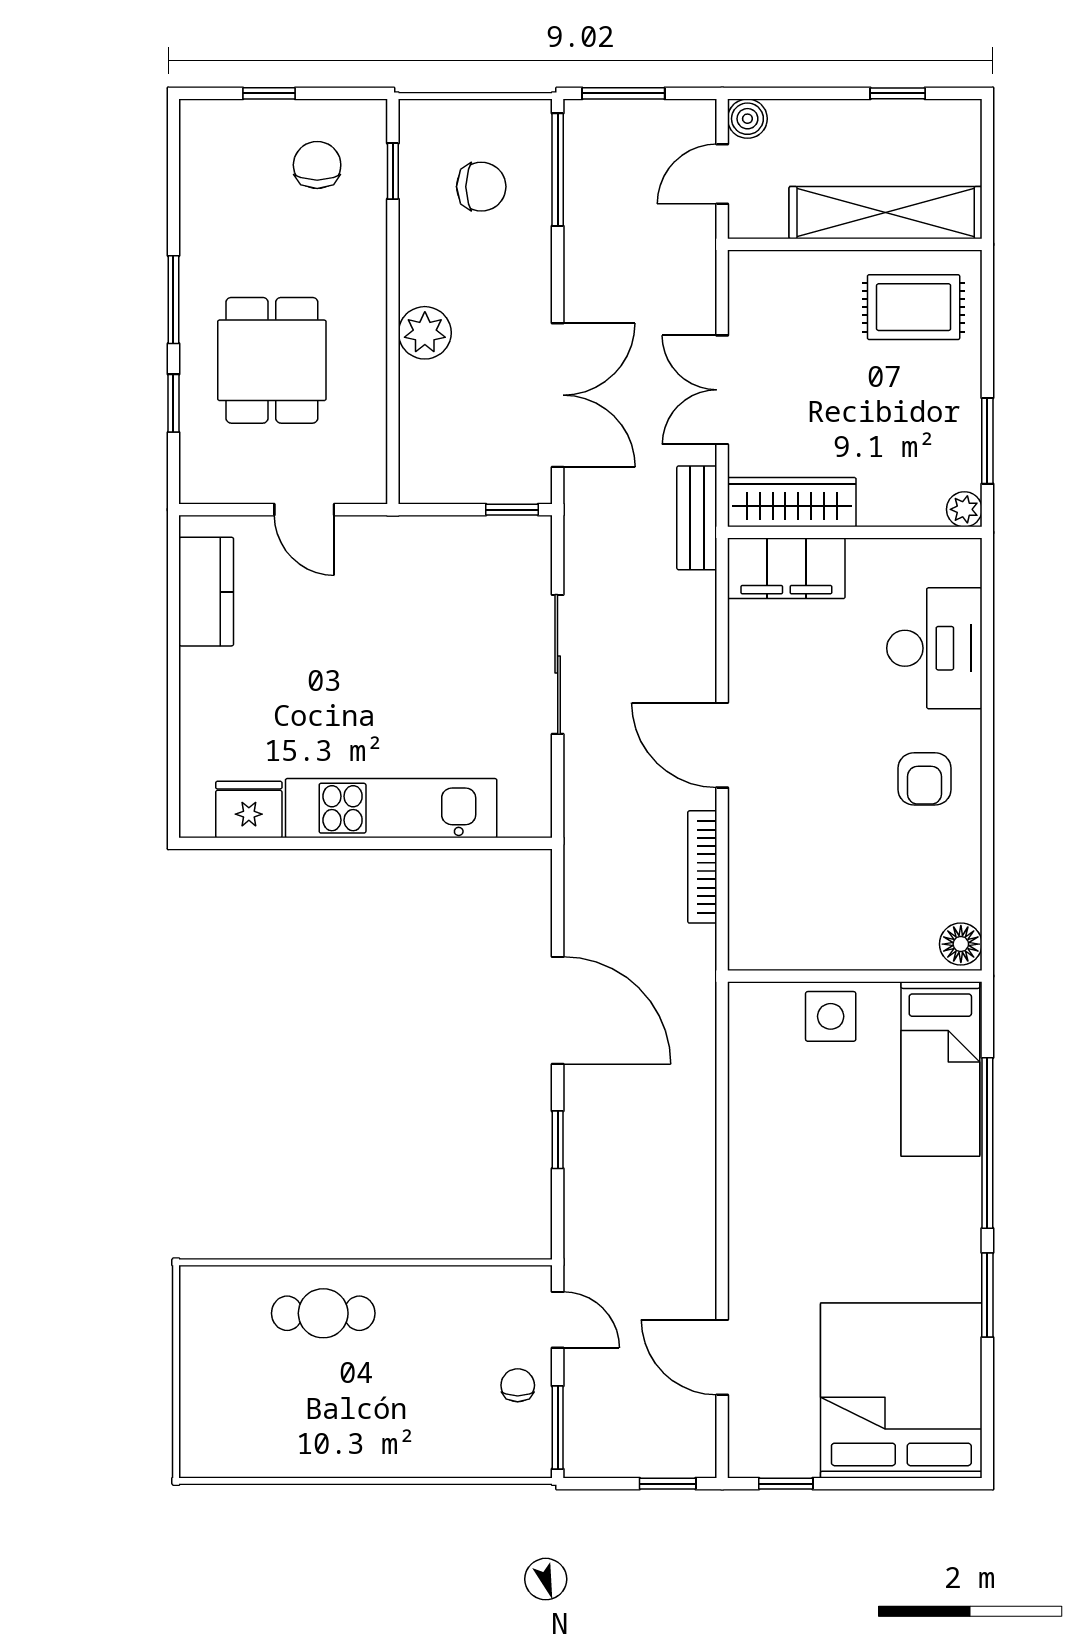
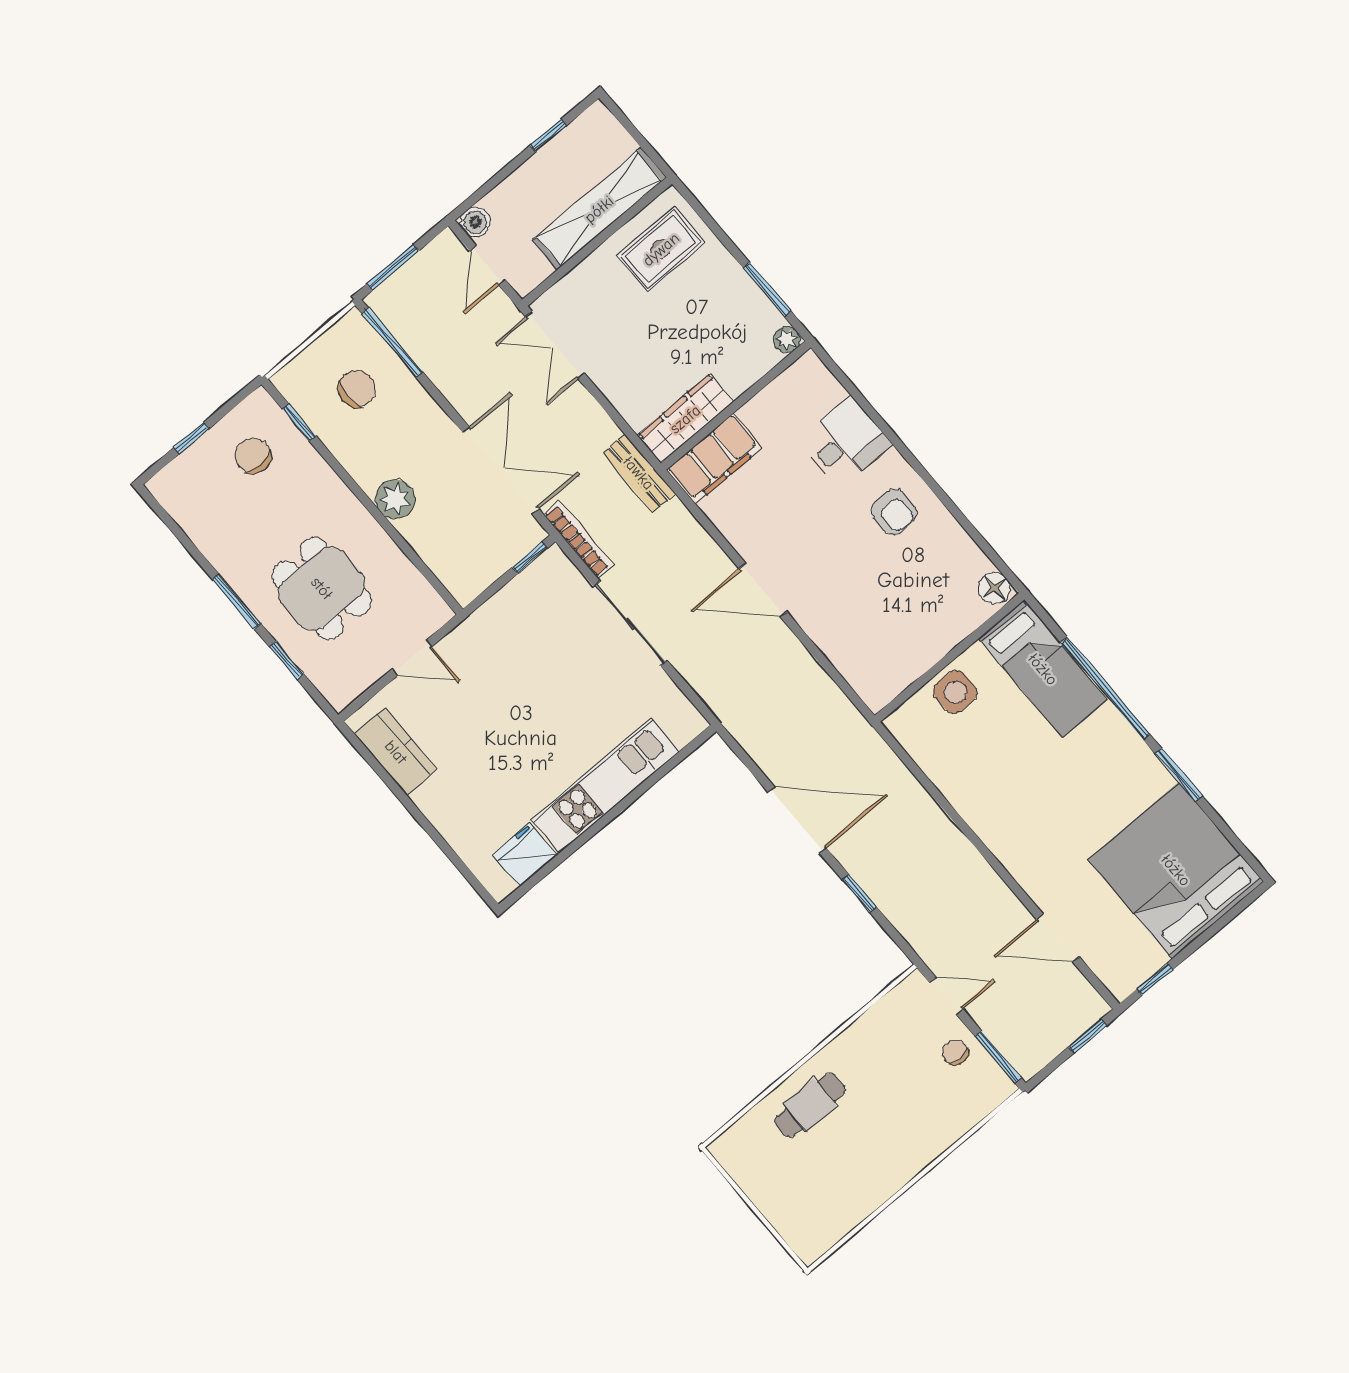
double door: (722, 390) -> (555, 345), moved
desk: (934, 648) -> (845, 442), width x0.73
bookcase: (702, 867) -> (579, 540), moved, turned 180

